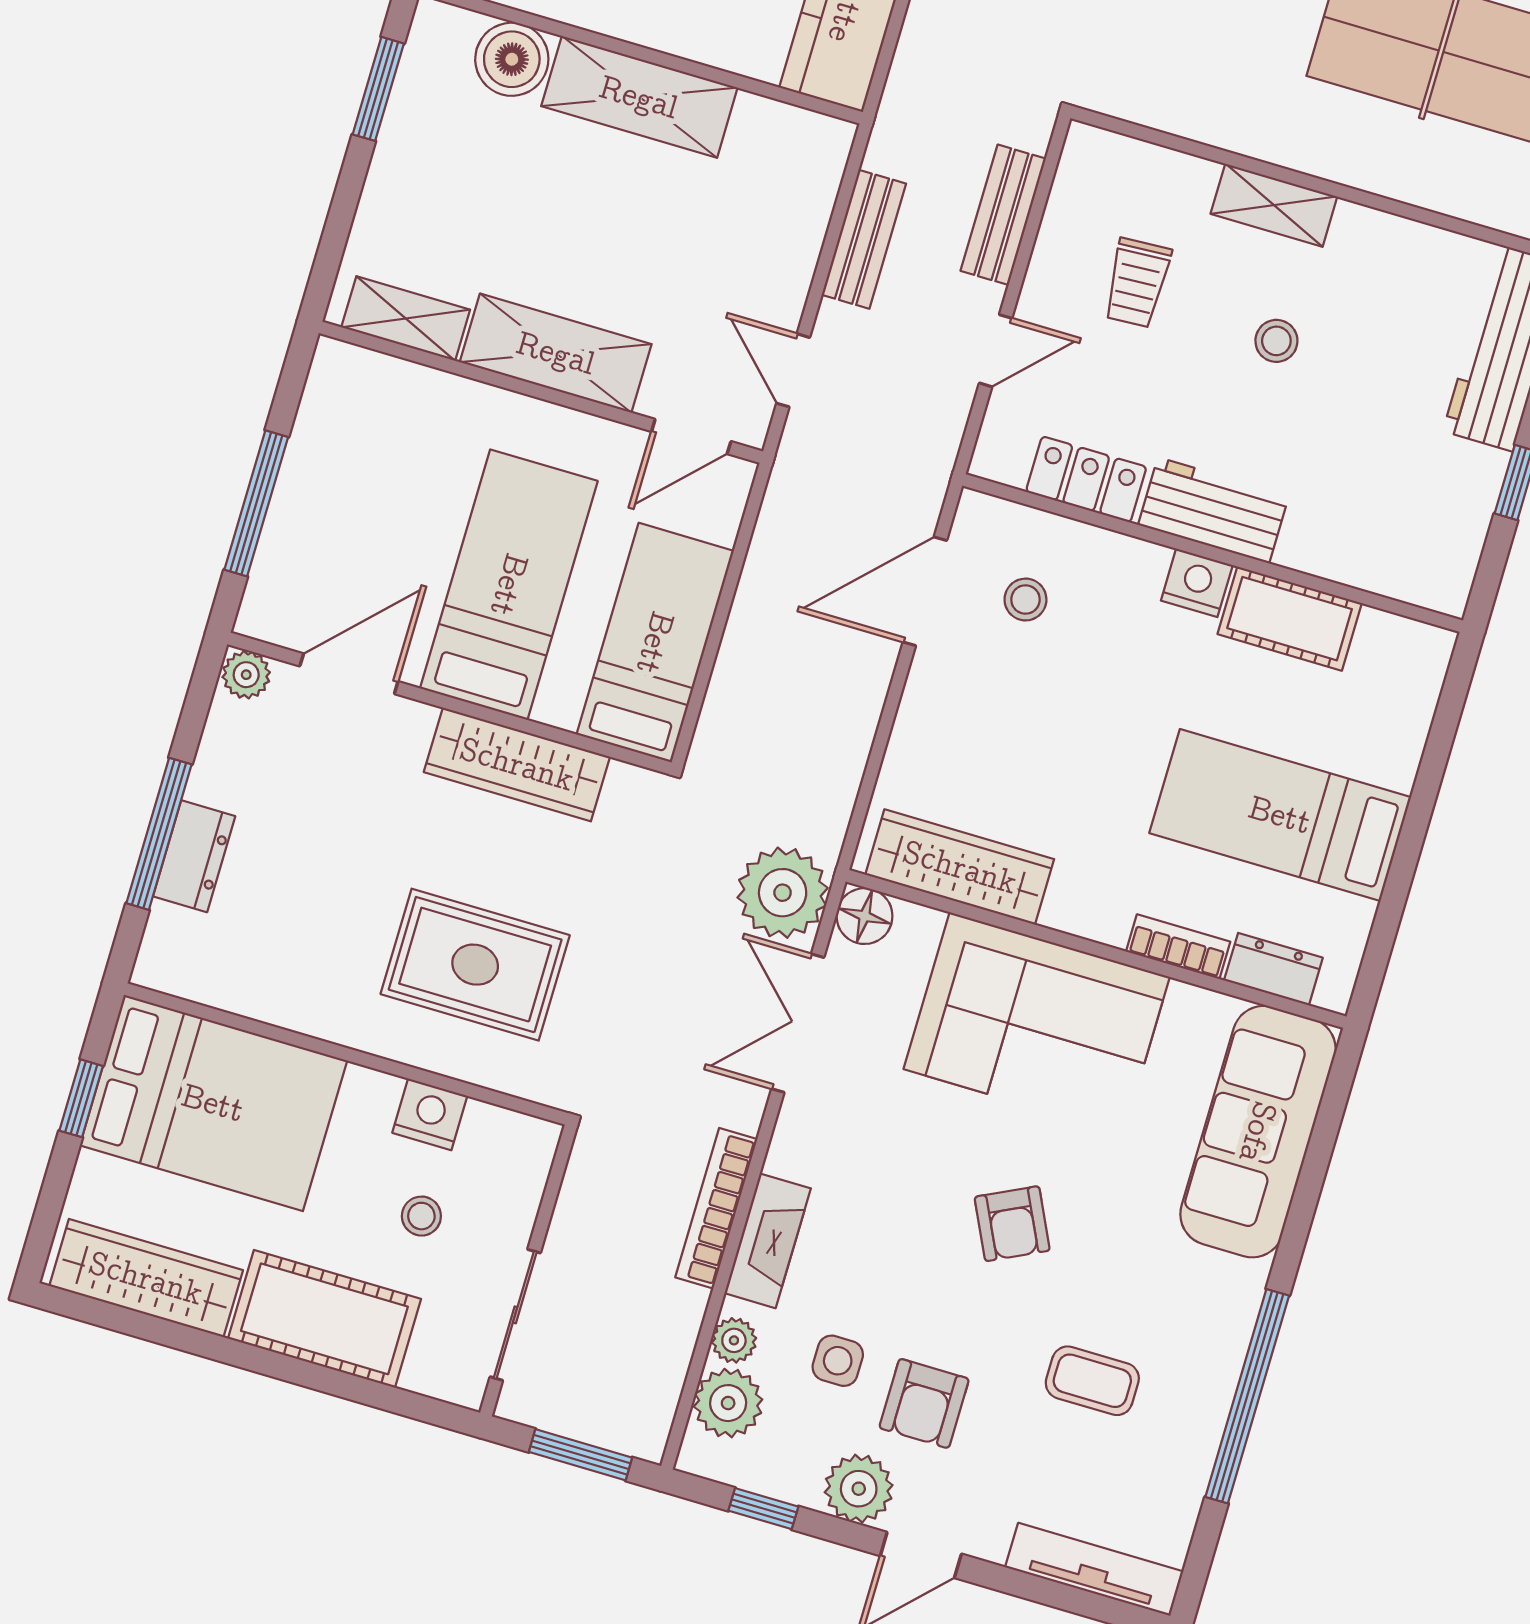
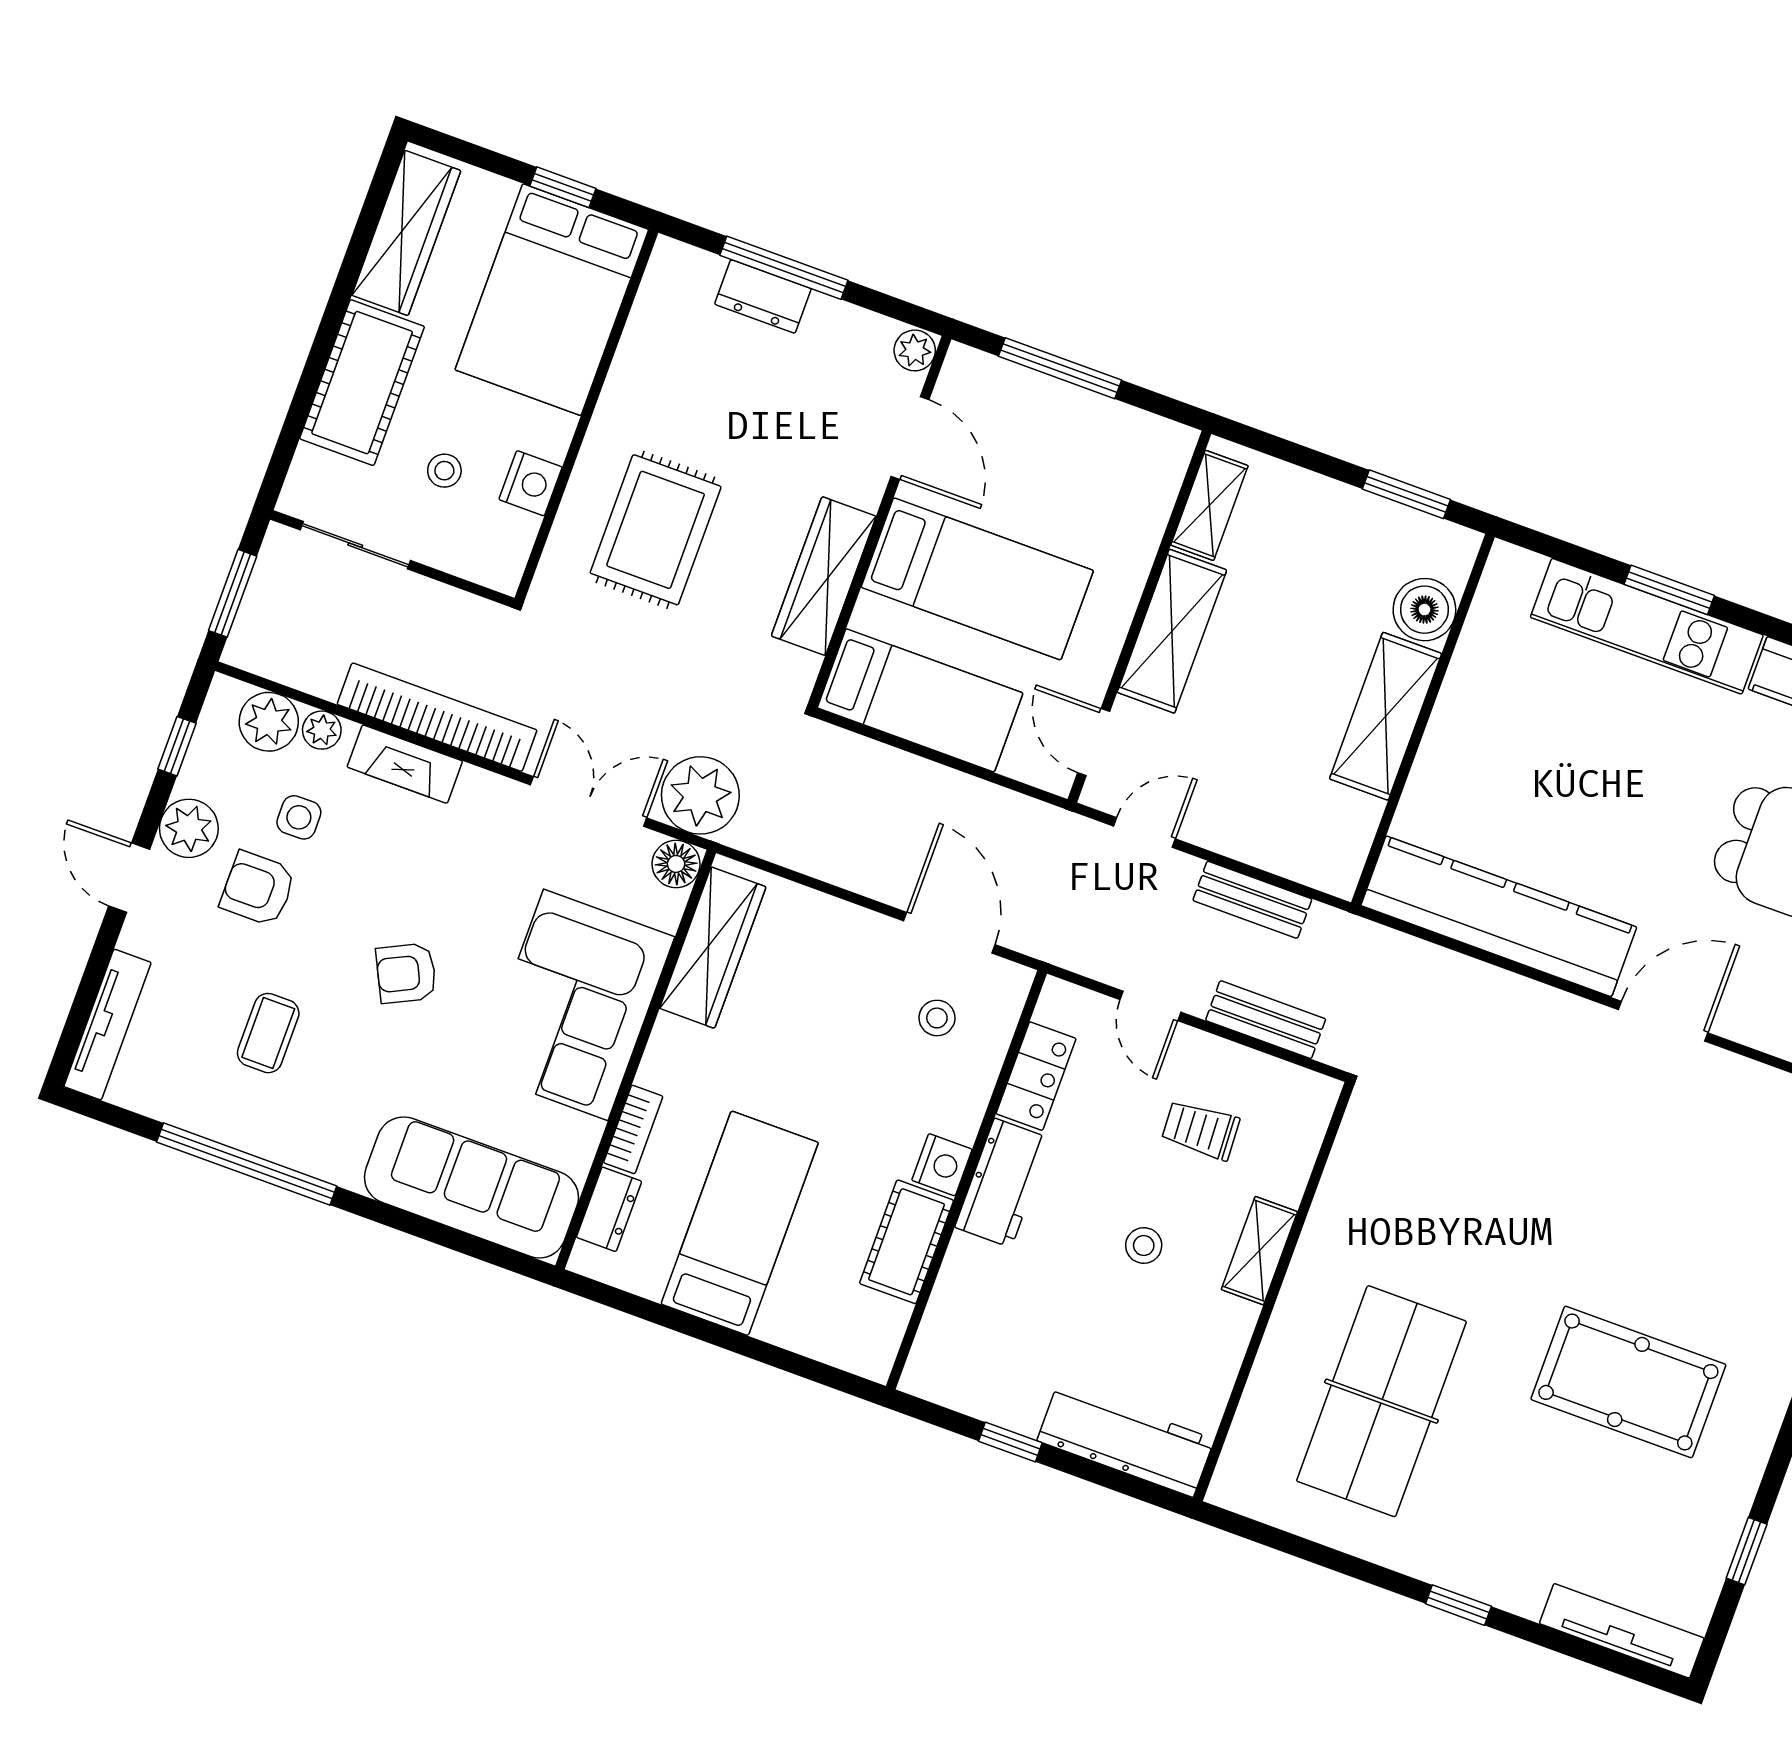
bookcase: (716, 1208) -> (437, 717), width x1.48, depth x1.31

